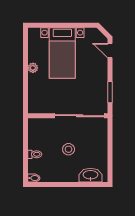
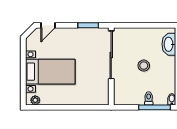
plant: (33, 68) -> (35, 100), moved
window: (25, 160) -> (155, 107), added

